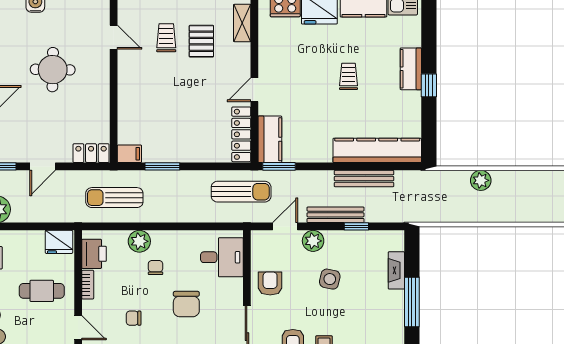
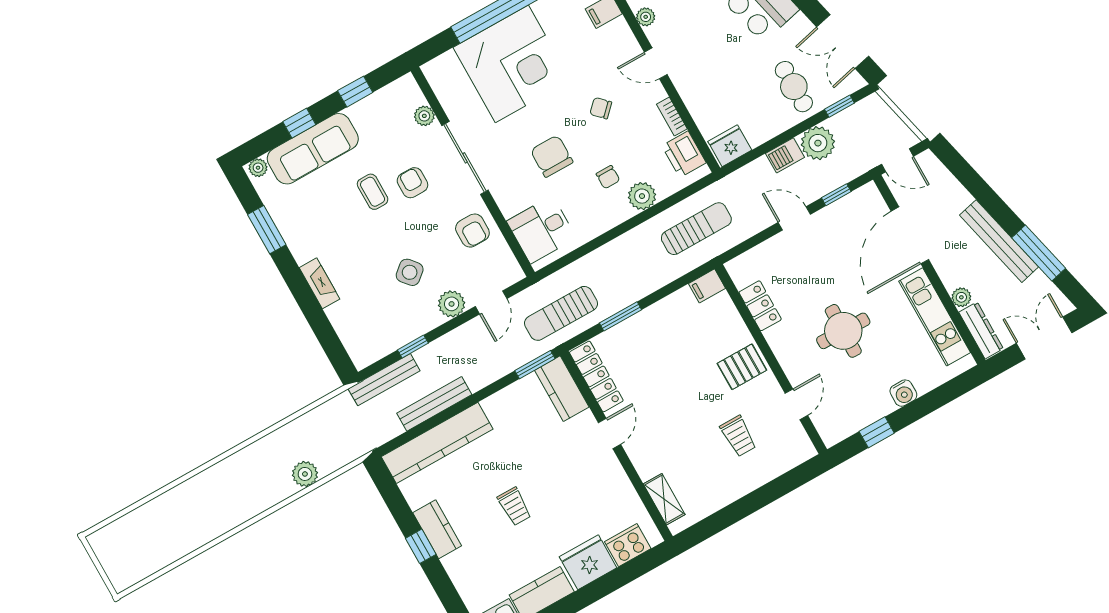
door: (114, 37) -> (796, 404), swing flipped
pallet: (201, 41) -> (742, 367), moved, turned 90
kitchen counter: (411, 69) -> (437, 529), moved
locker: (91, 153) -> (760, 306), moved, turned -90
door: (43, 166) -> (794, 218), hinge flipped
window: (162, 166) -> (620, 316), moved
barbecue: (25, 214) -> (785, 155), added
bench: (335, 215) -> (384, 380), moved
fireplace: (396, 270) -> (319, 283), moved
side table: (330, 279) -> (410, 272), turned 38
cafe table: (42, 291) -> (718, 81), removed
window: (412, 302) -> (305, 298), removed
chair: (134, 318) -> (601, 108), turned -135

